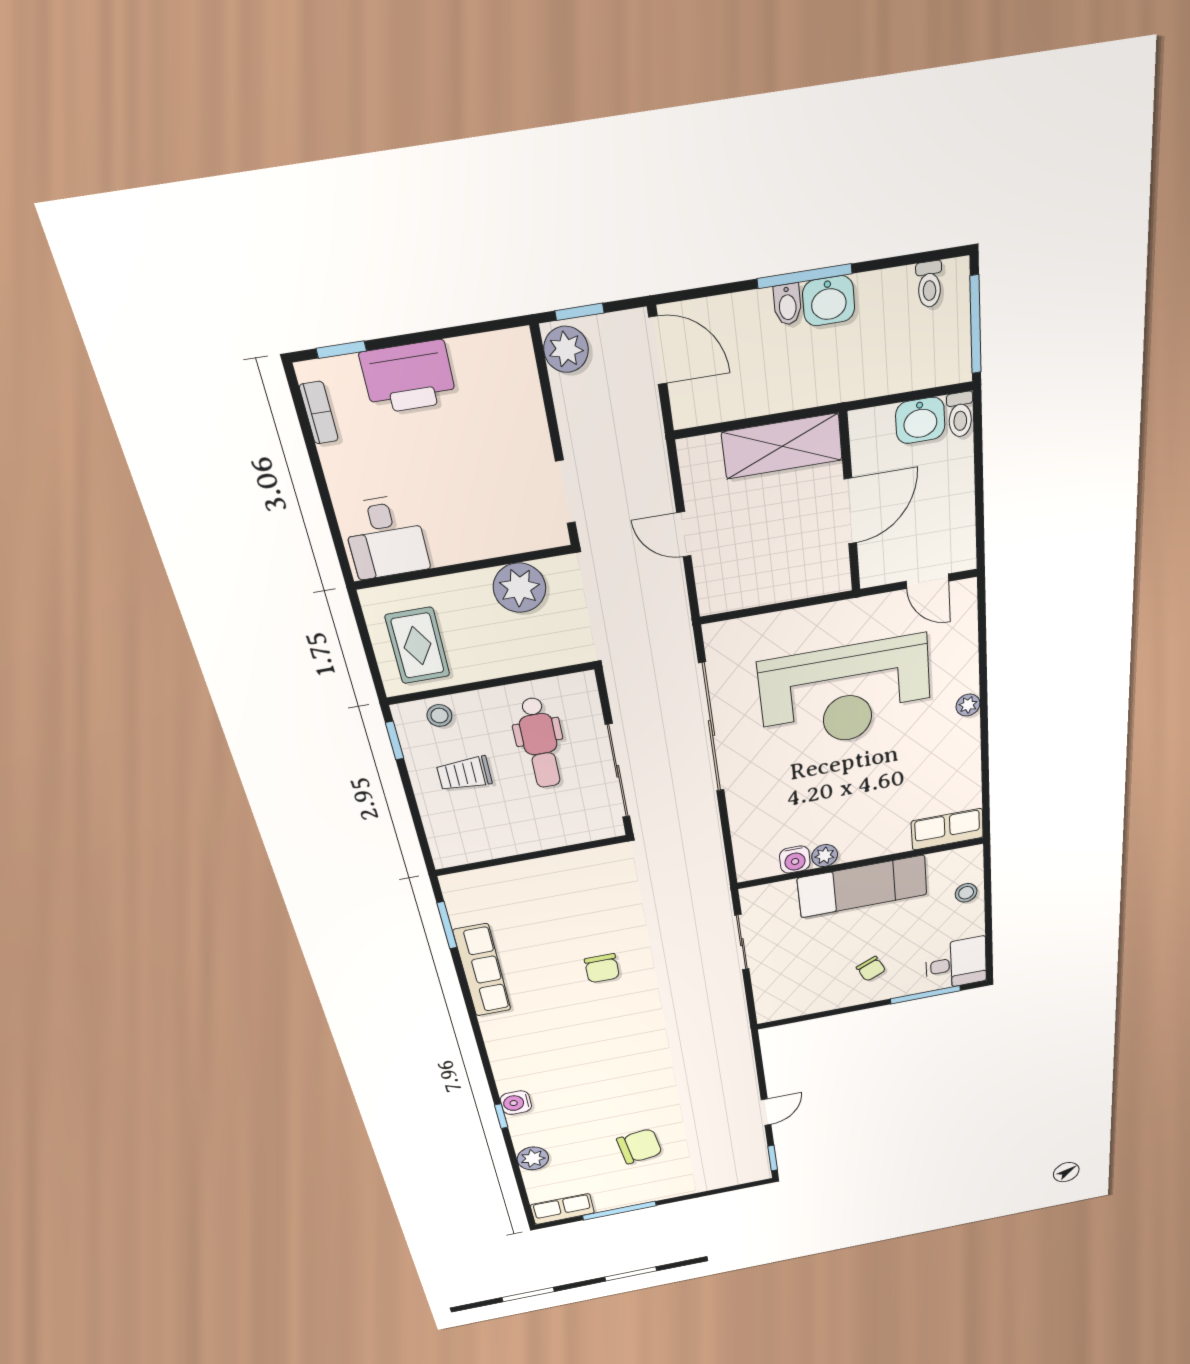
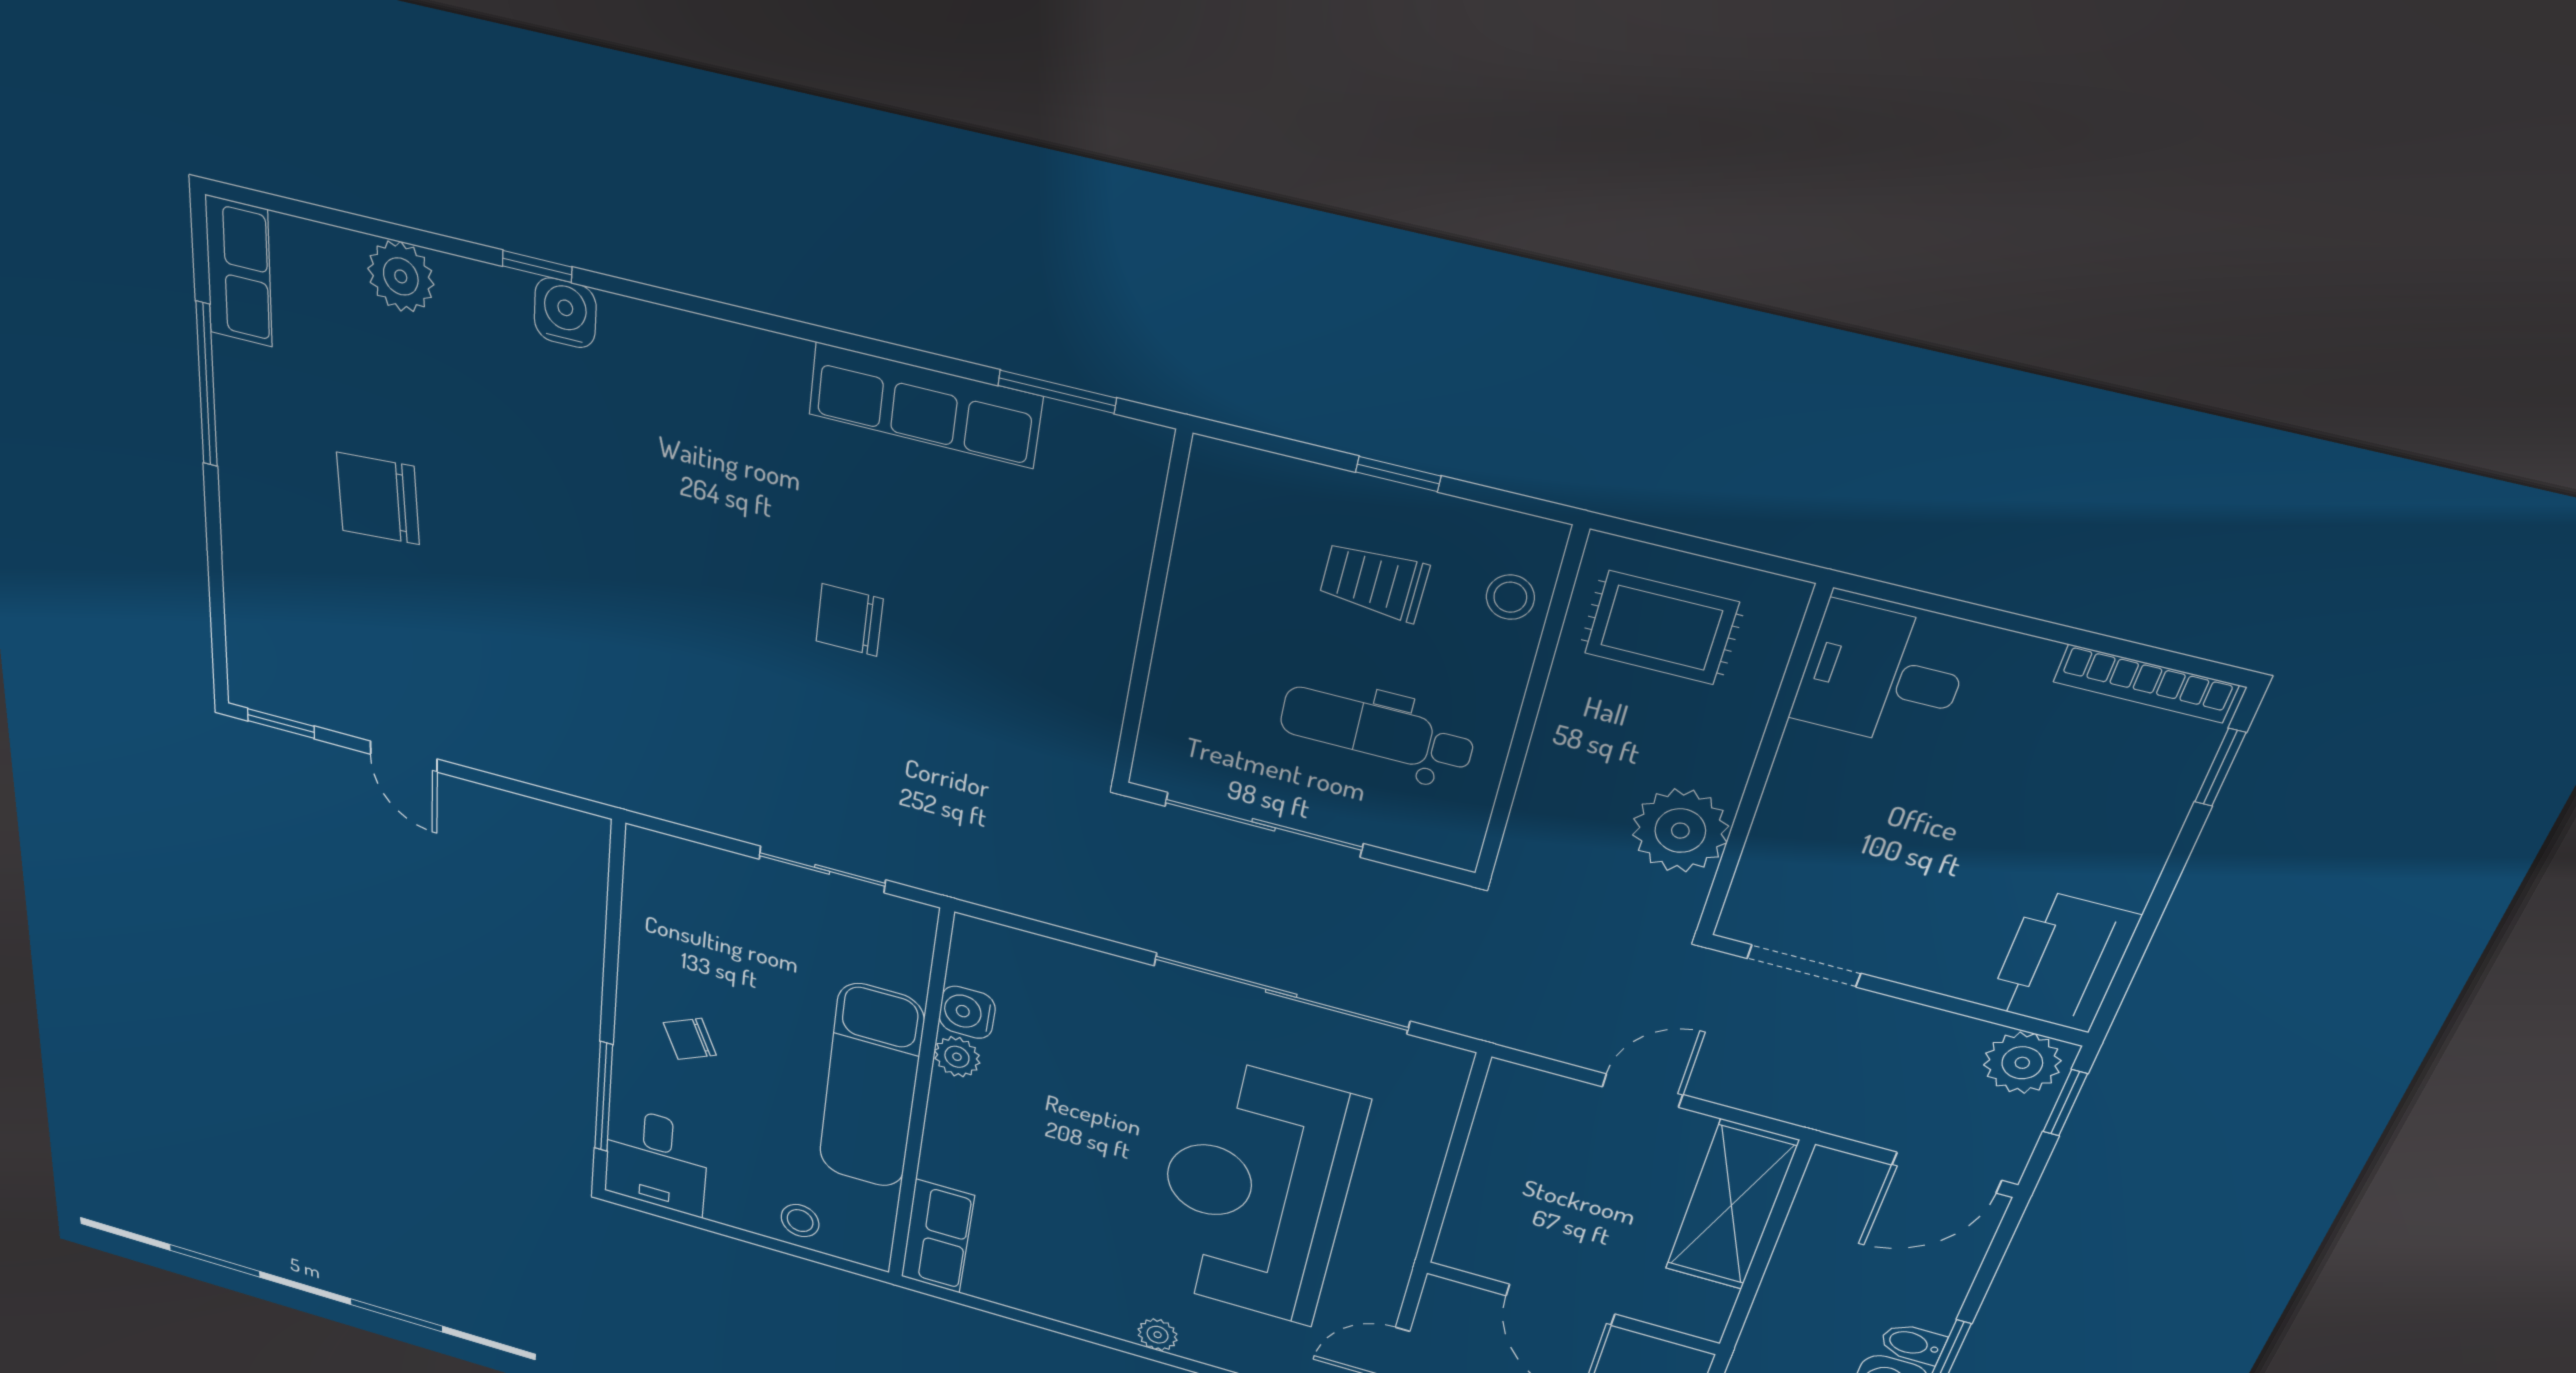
printer: (408, 377) -> (2063, 961), moved
bookcase: (319, 413) -> (2146, 684), width x1.56
shelving: (782, 446) -> (1731, 1205), moved
window: (395, 741) -> (1398, 474), moved
trolley: (464, 774) -> (1374, 581), turned -88
chair: (639, 1146) -> (378, 499), turned 94

